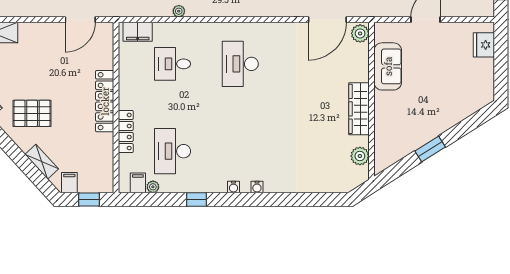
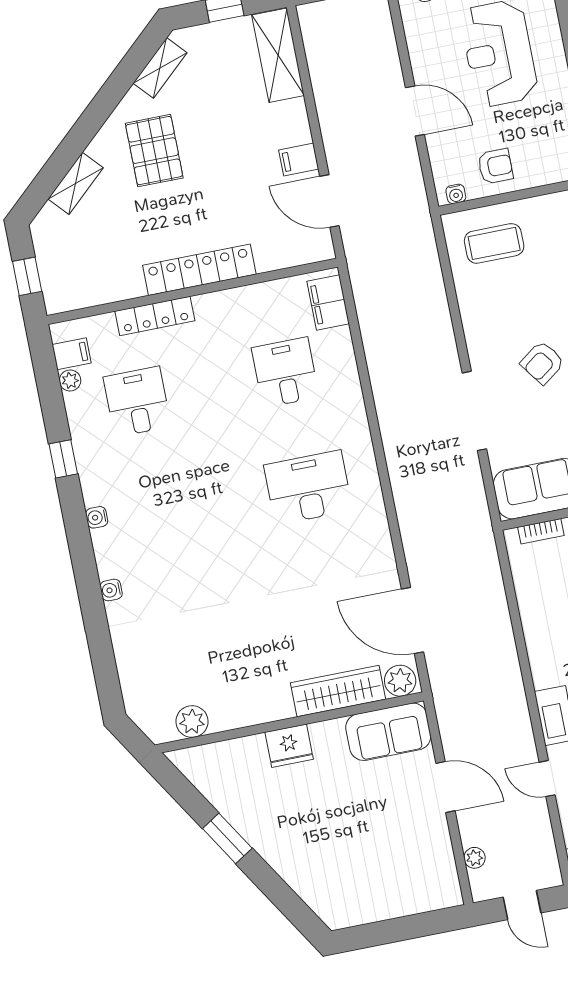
plant: (179, 11) -> (475, 858), moved
fridge: (484, 45) -> (289, 746), moved, turned 180
sofa: (388, 66) -> (388, 732), moved
wardrobe: (359, 109) -> (338, 691), moved
desk: (172, 151) -> (137, 402), width x0.73
filing cabinet: (69, 183) -> (299, 159), moved, turned 180
water cooler: (257, 187) -> (111, 590), moved

